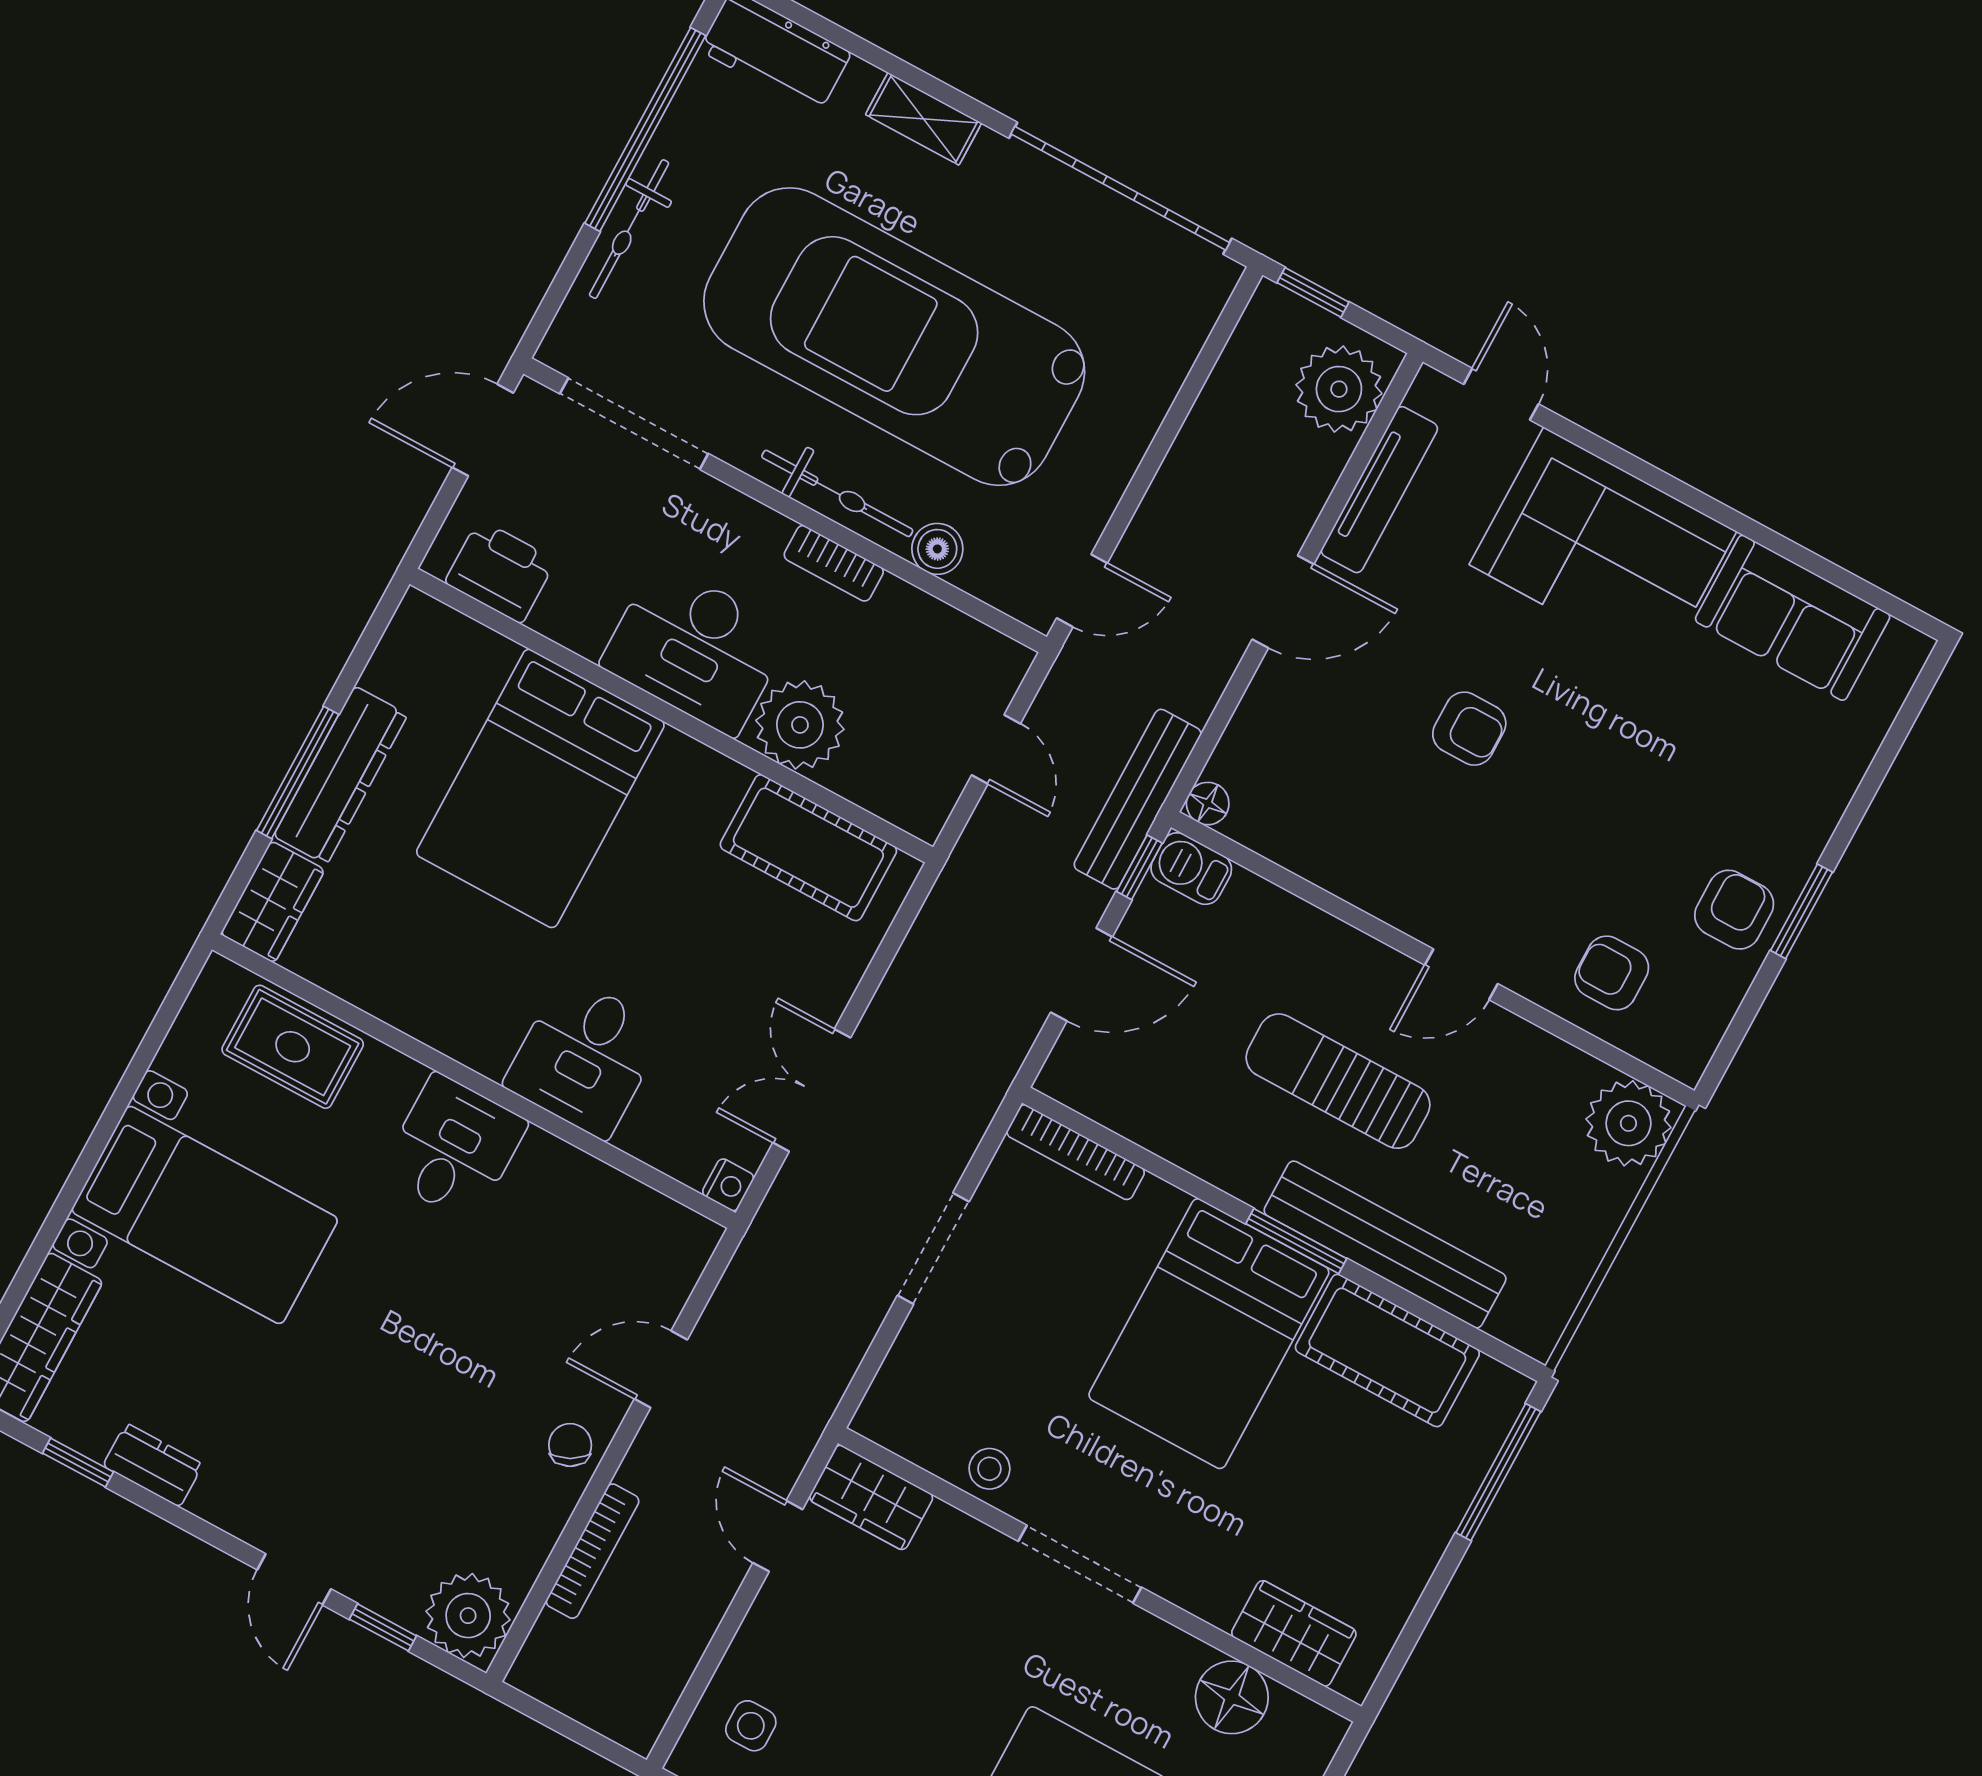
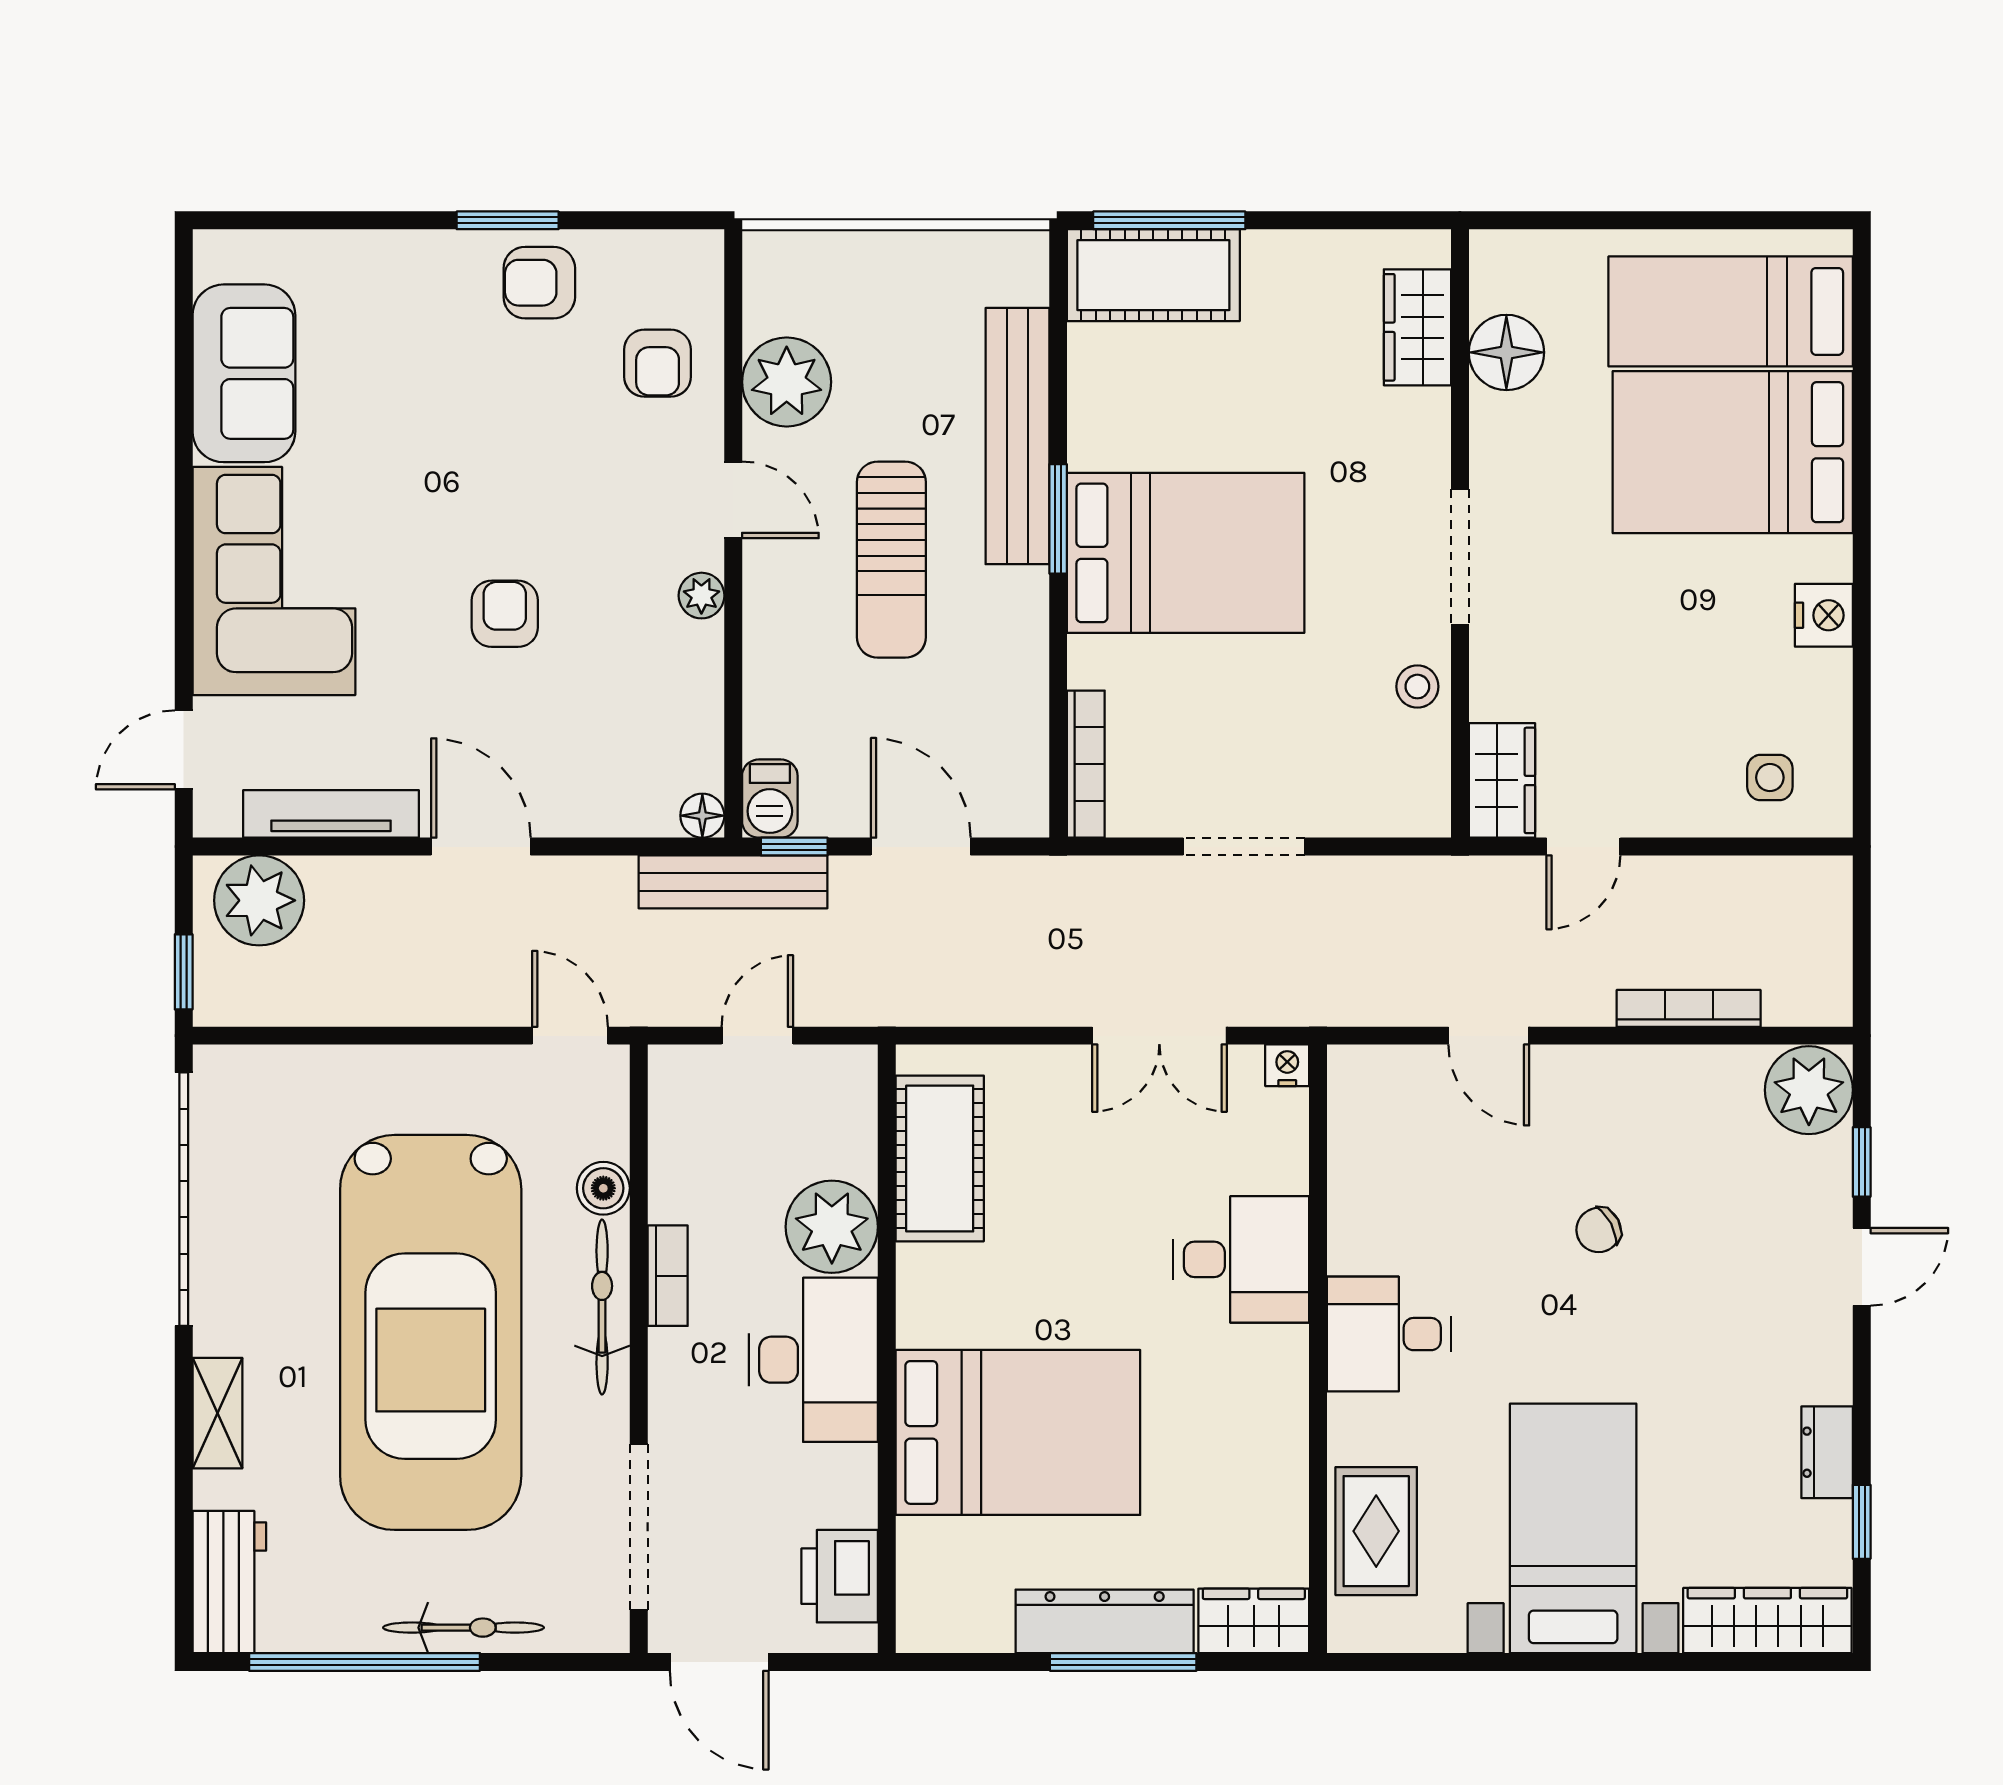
plant: (1395, 904) -> (701, 596), added
plant: (1628, 1123) -> (787, 382), moved
cot: (1387, 1350) -> (1153, 275), moved, turned 90
chair: (570, 1445) -> (1599, 1230), moved

